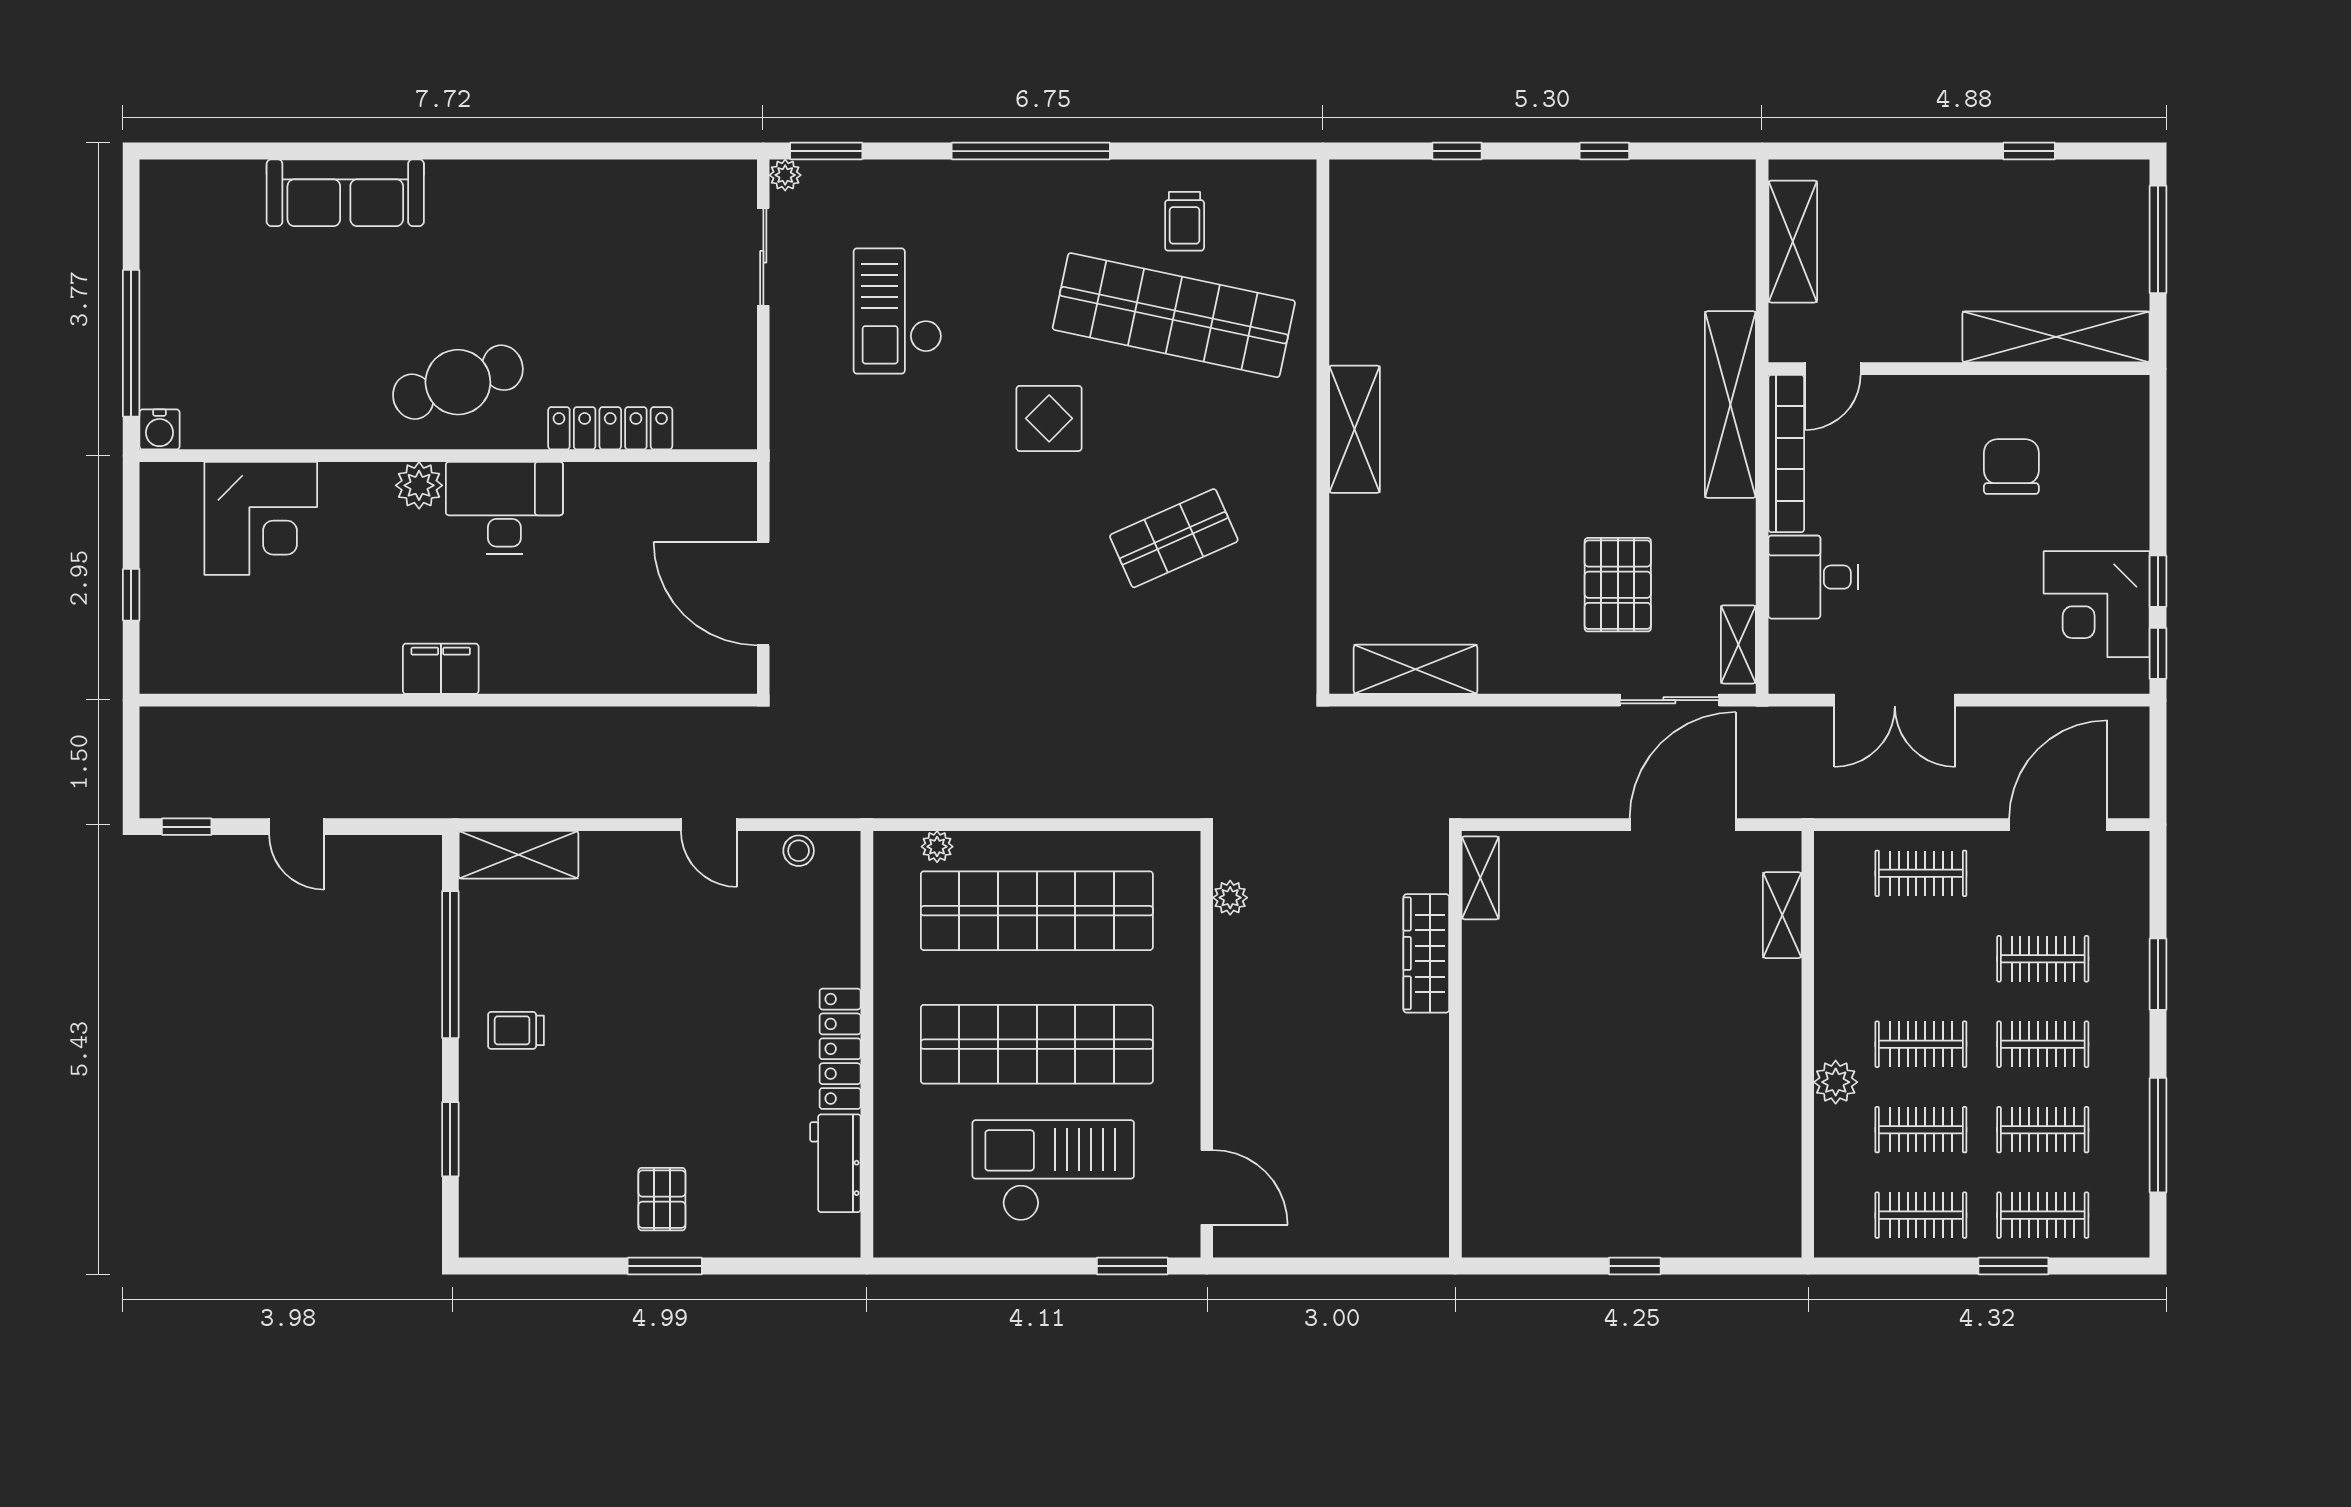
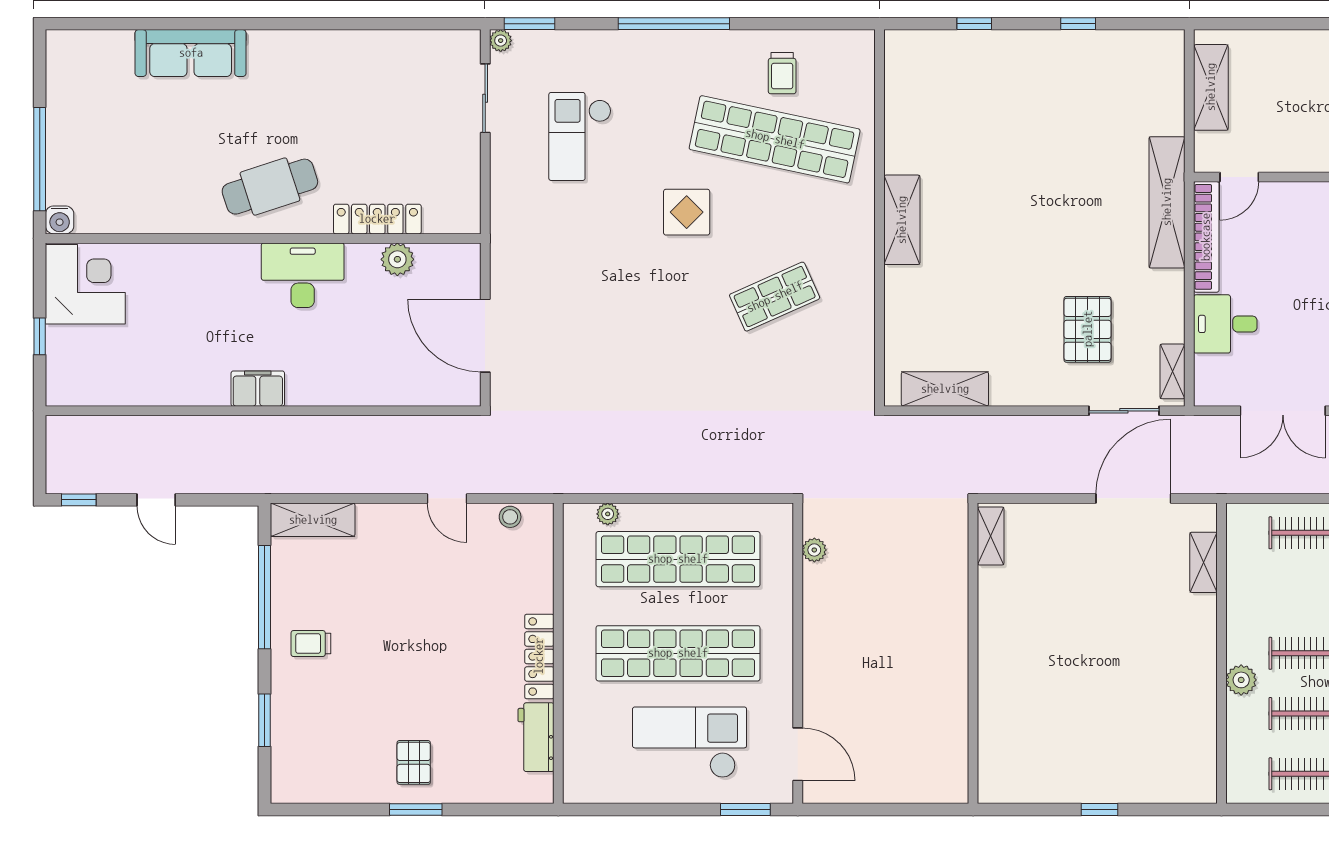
plant: (419, 485) -> (397, 259), moved
corner desk: (261, 518) -> (85, 284), moved, turned -90
wardrobe: (1426, 953) -> (953, 589), removed

